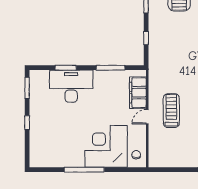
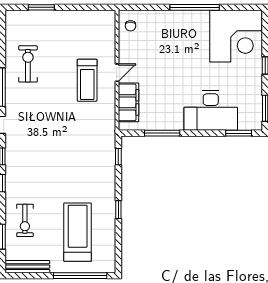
window: (146, 38) -> (118, 157), moved
window: (66, 68) -> (239, 133), moved
corner desk: (106, 146) -> (236, 36), moved

